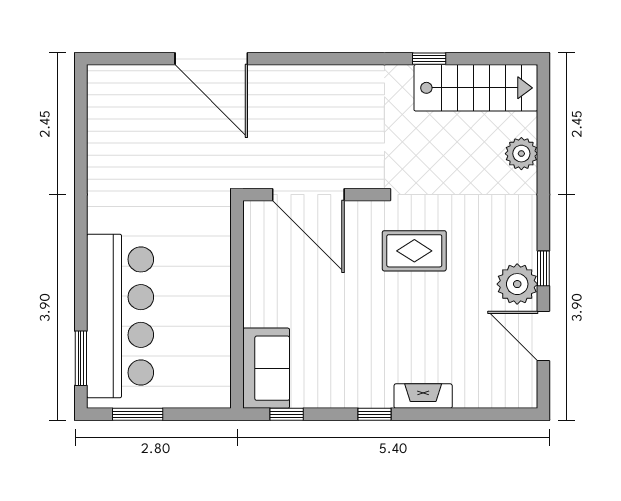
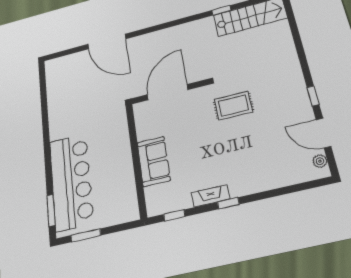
plant: (521, 154) -> (284, 41), removed
door: (308, 195) -> (168, 92), swing flipped
plant: (517, 284) -> (320, 161), moved, width x0.53, depth x0.53
sofa: (266, 368) -> (154, 161), moved
fireplace: (423, 396) -> (211, 196), moved

